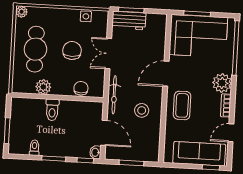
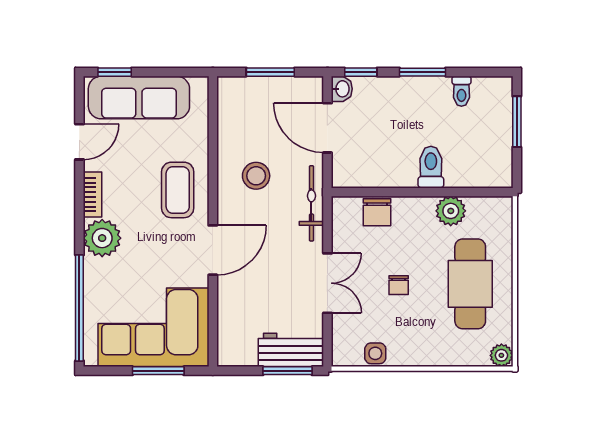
chair: (72, 50) -> (399, 285), width x0.54, depth x0.54

